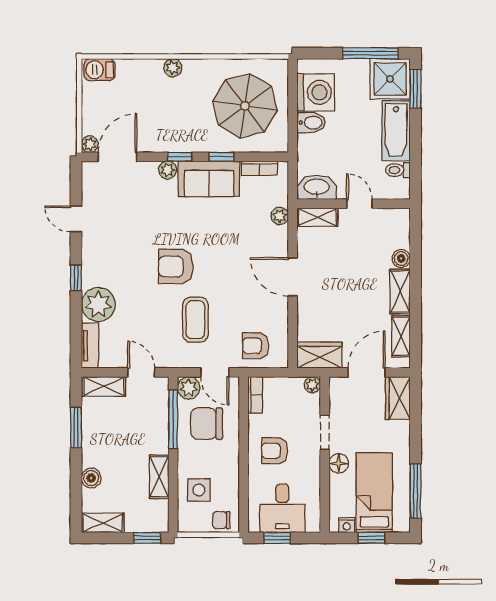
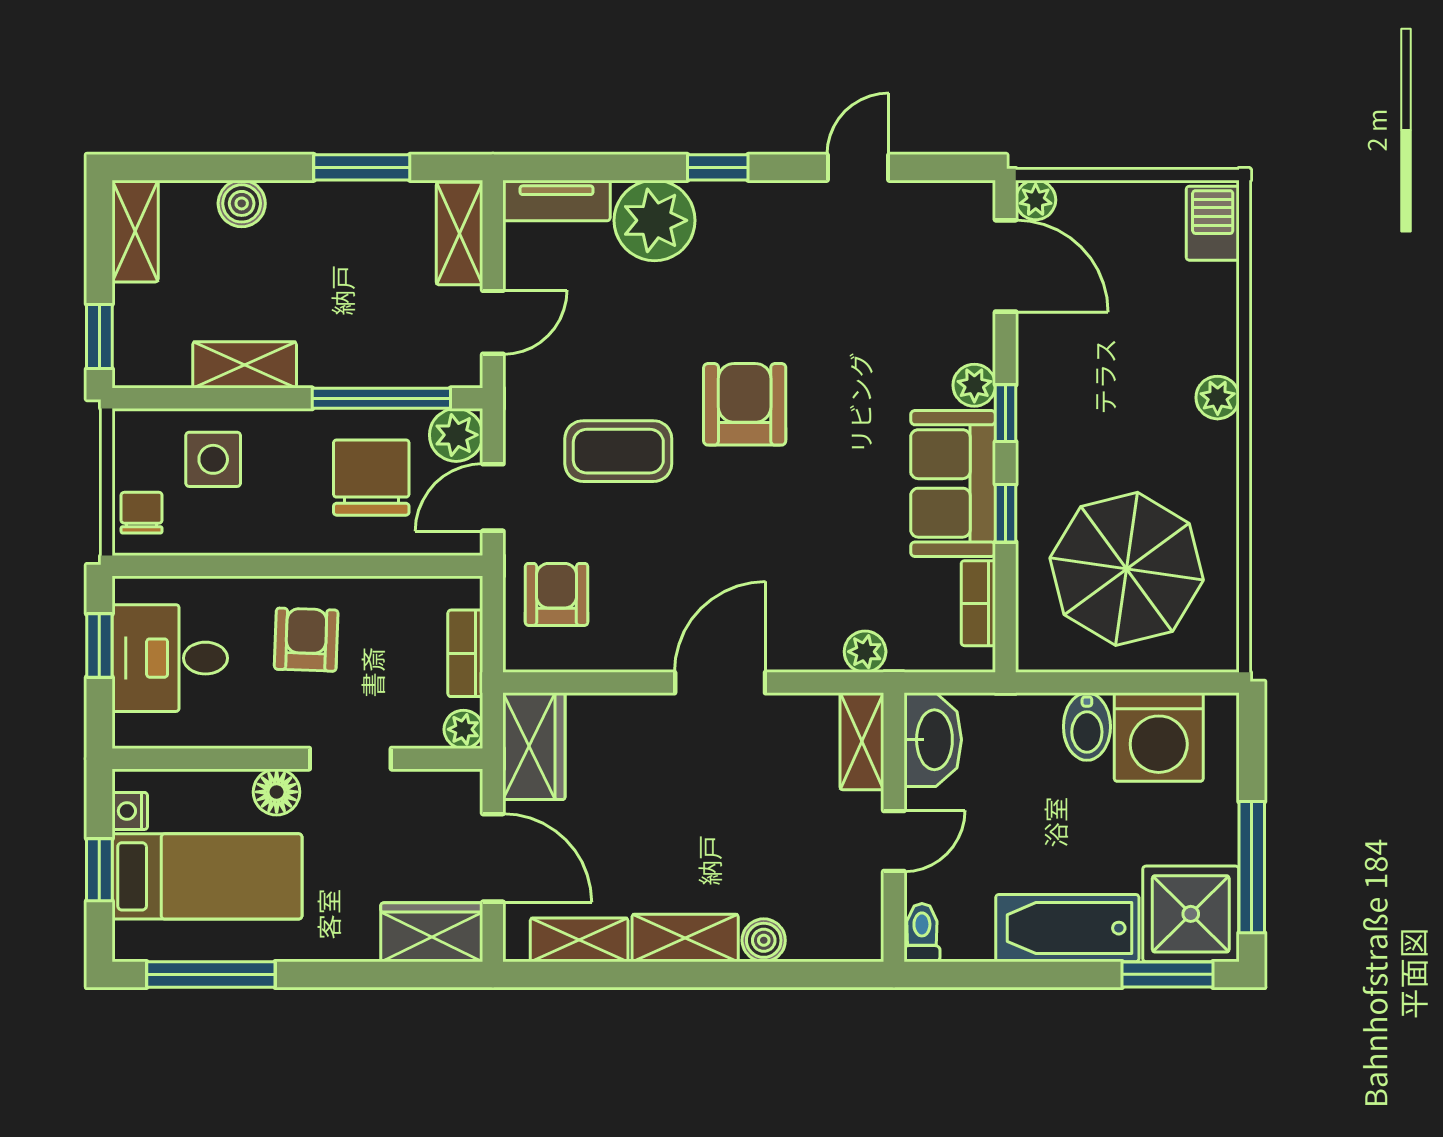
toilet: (398, 170) -> (922, 933), moved
bookcase: (255, 395) -> (465, 653), moved, turned 90

